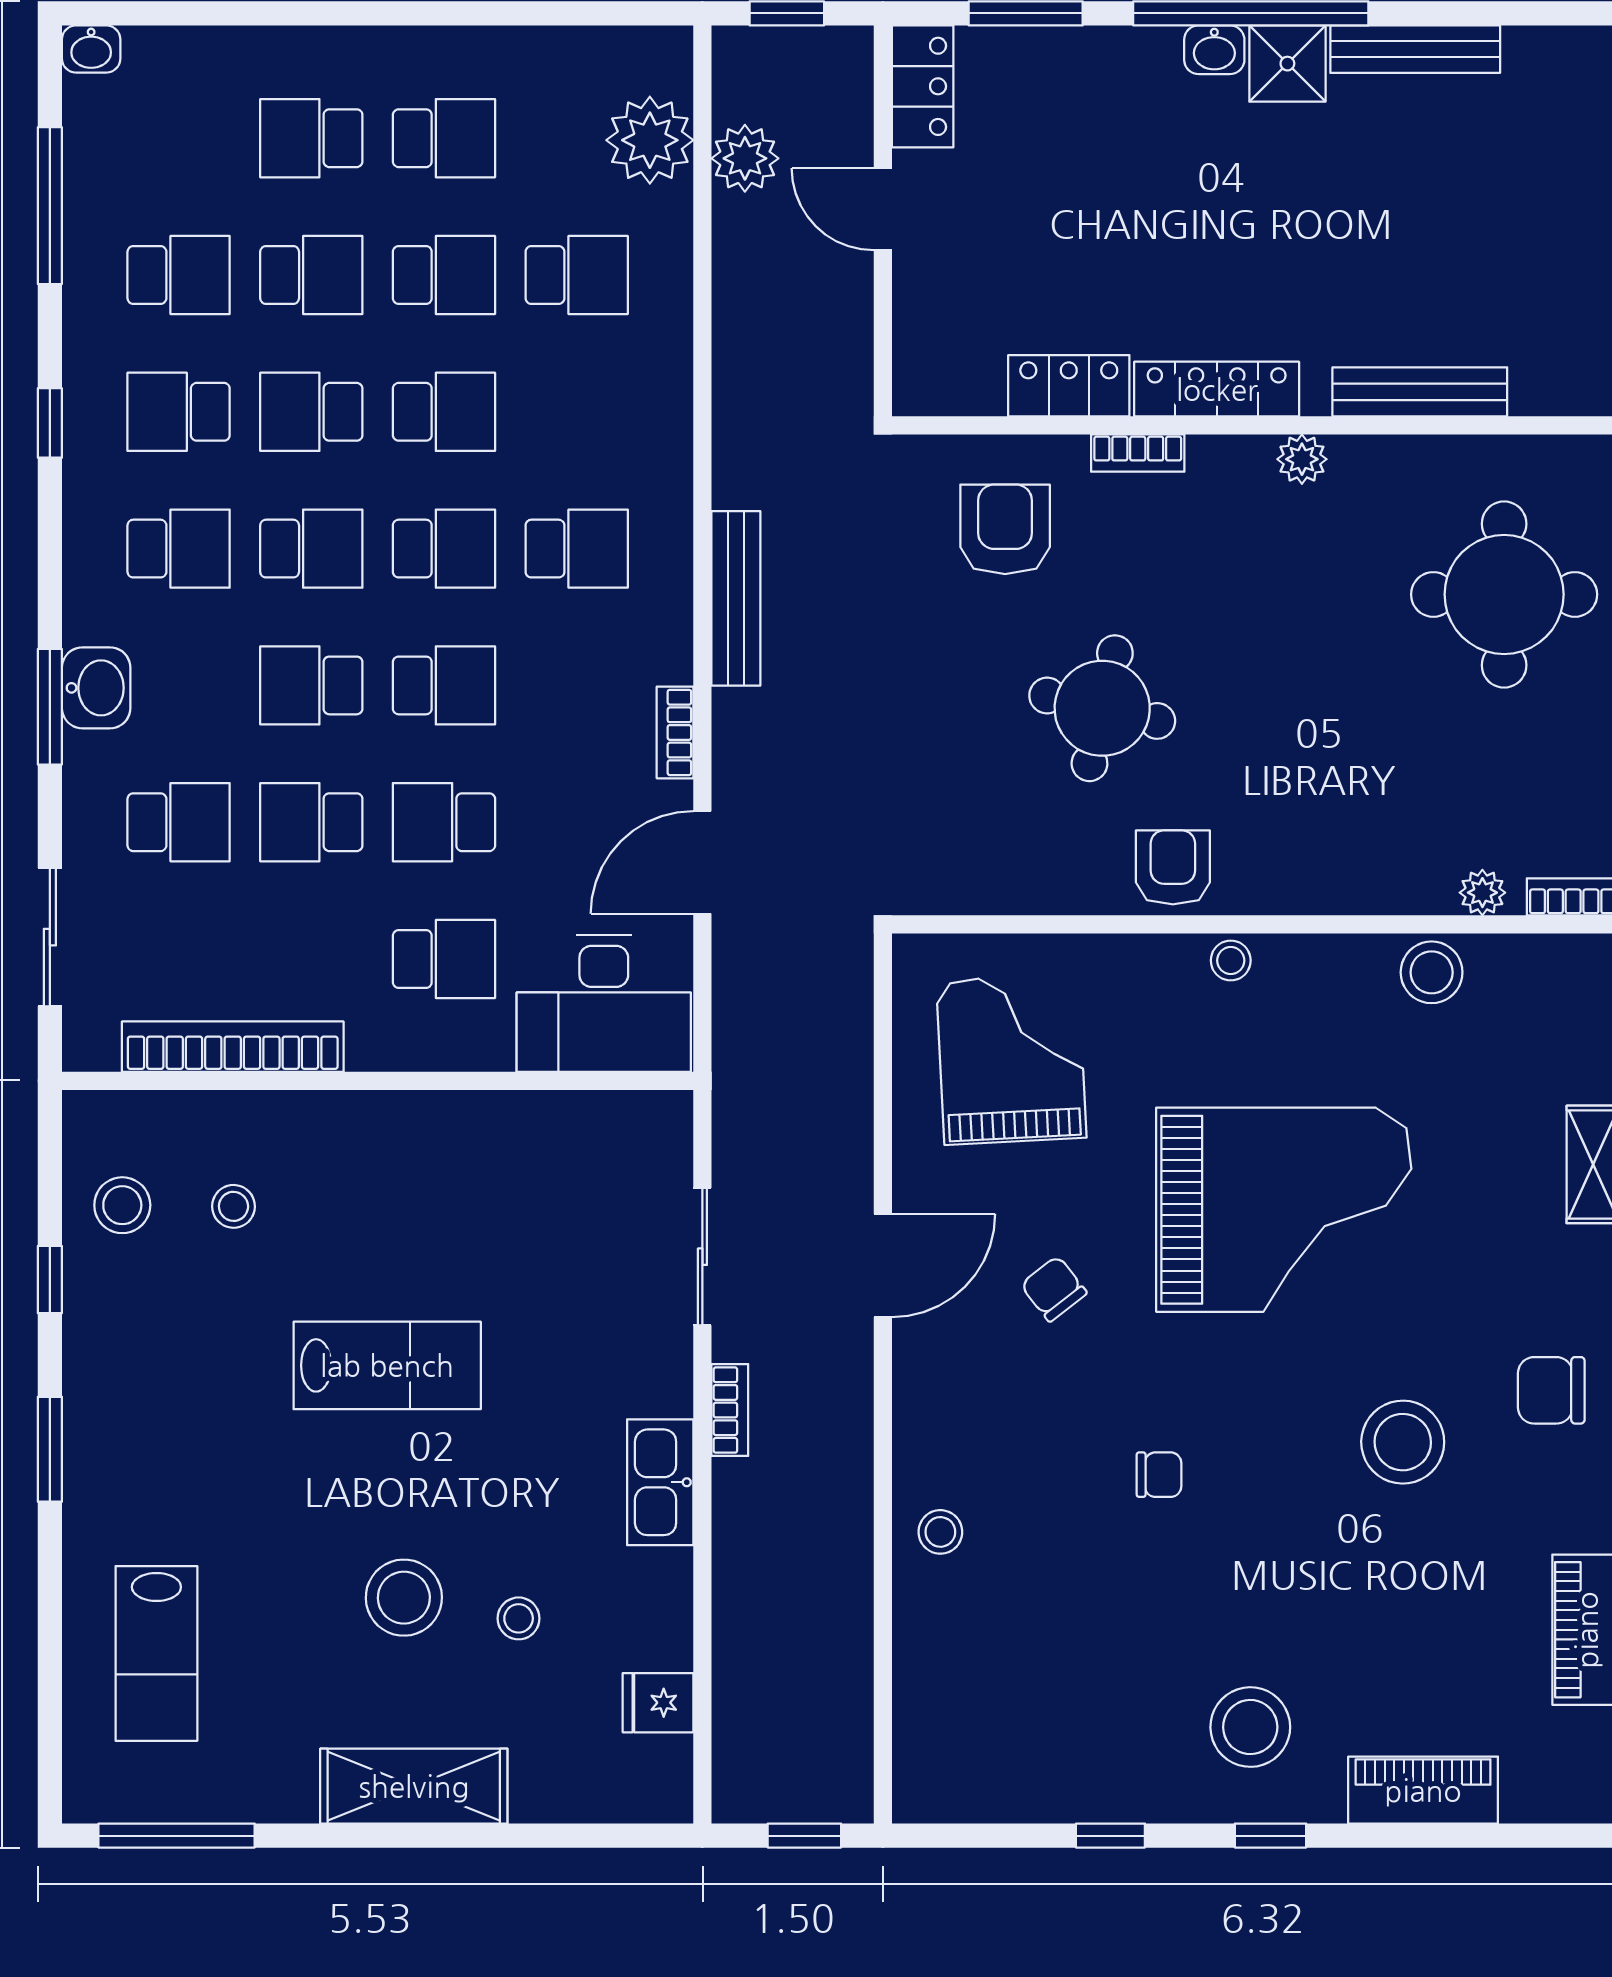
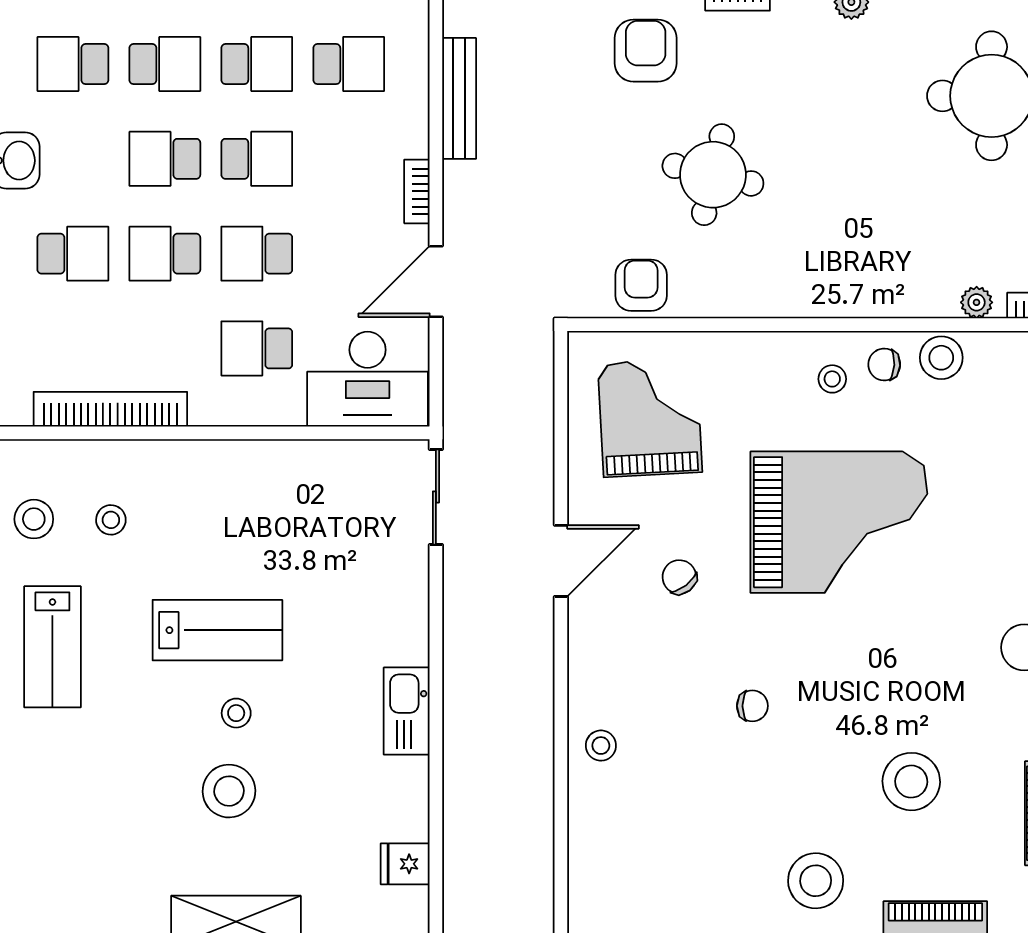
school desk: (179, 549) -> (73, 64), turned 180
armchair: (1173, 867) -> (641, 285), moved
school desk: (444, 959) -> (257, 348), turned 180
stool: (1231, 960) -> (832, 379), moved
chair: (1349, 982) -> (884, 364), added
sliding door: (702, 1257) -> (436, 497), moved
bookcase: (730, 1410) -> (455, 661), removed
stool: (1403, 1442) -> (911, 782), moved
stool: (519, 1618) -> (236, 713), moved
lab bench: (156, 1653) -> (52, 647), moved

